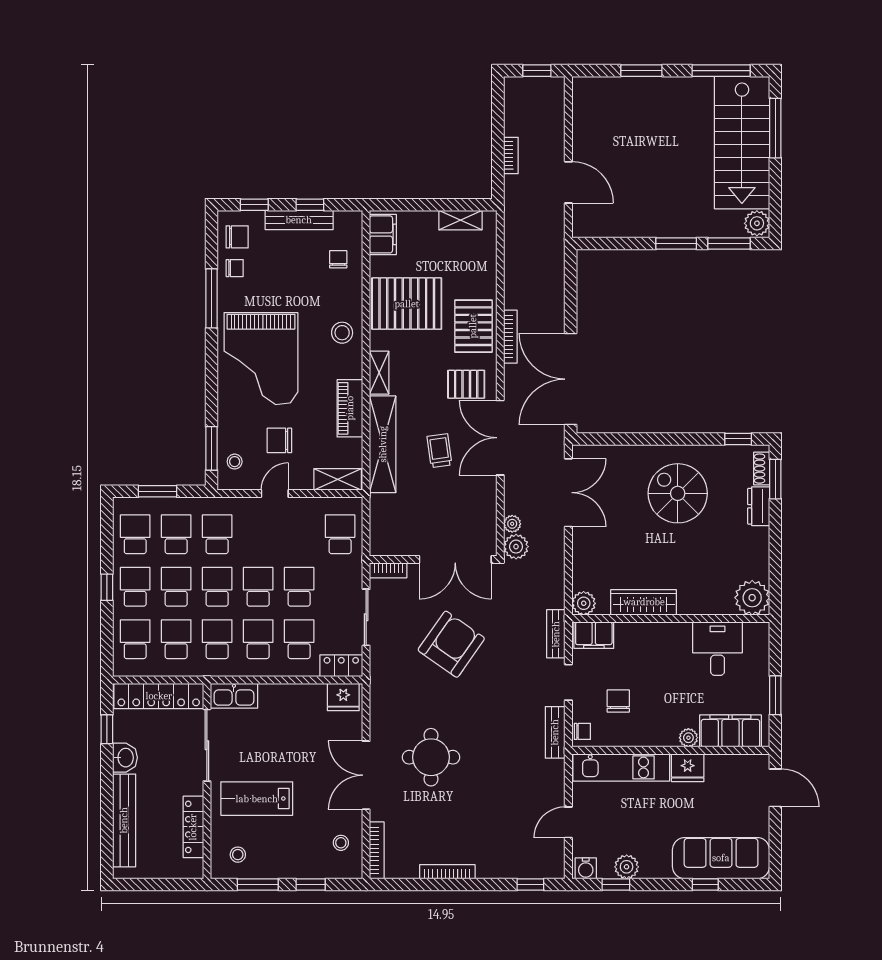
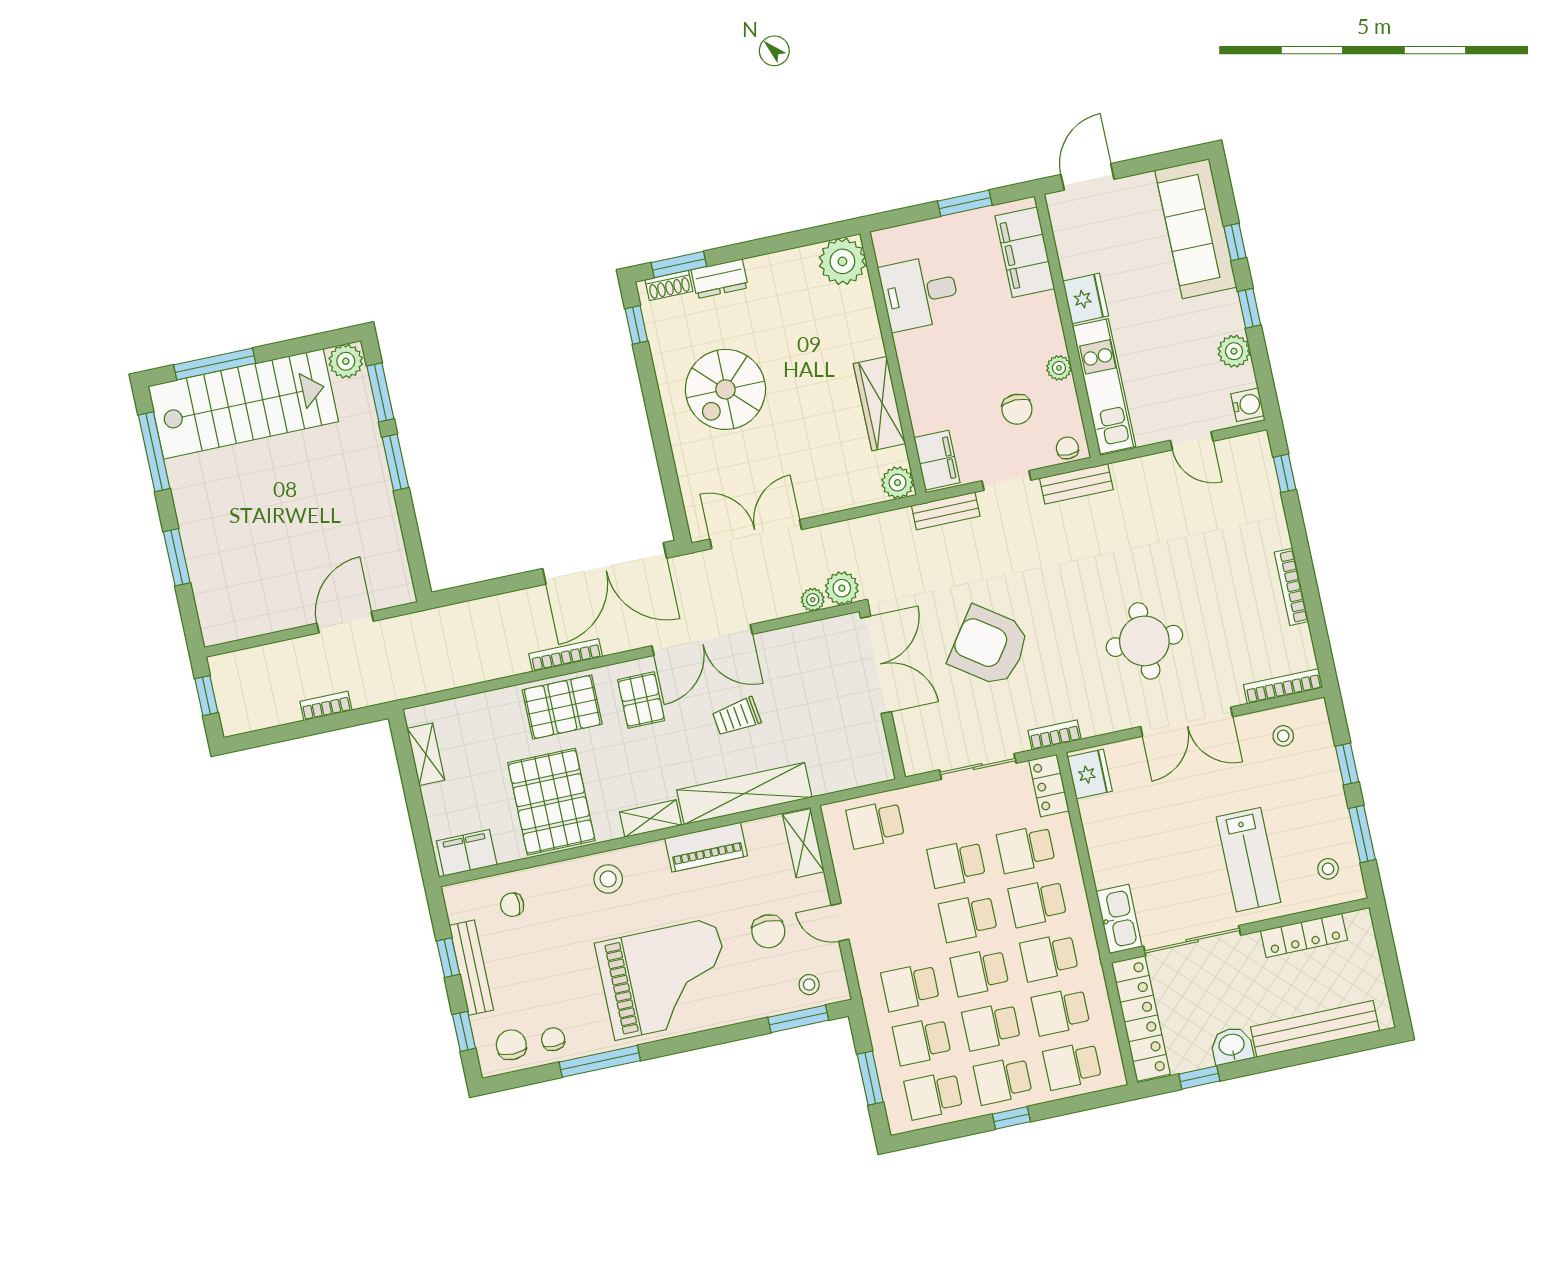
bookcase: (388, 570) -> (1055, 735), moved, turned -90
chair: (618, 701) -> (1017, 409), turned -90
plant: (688, 738) -> (1059, 368), moved
window: (616, 885) -> (1249, 308), moved

